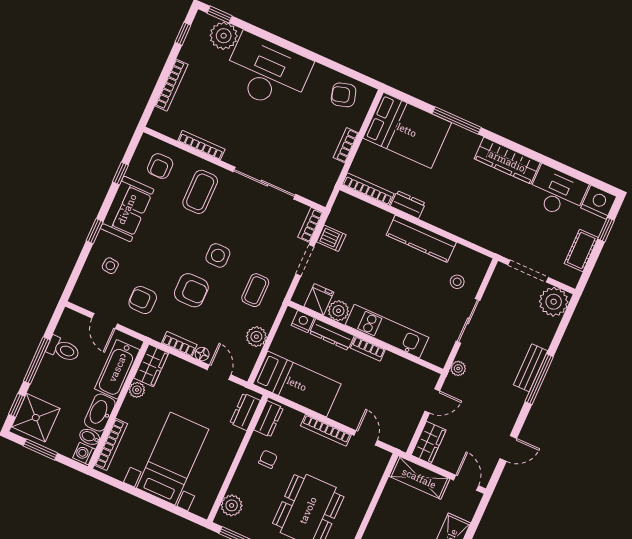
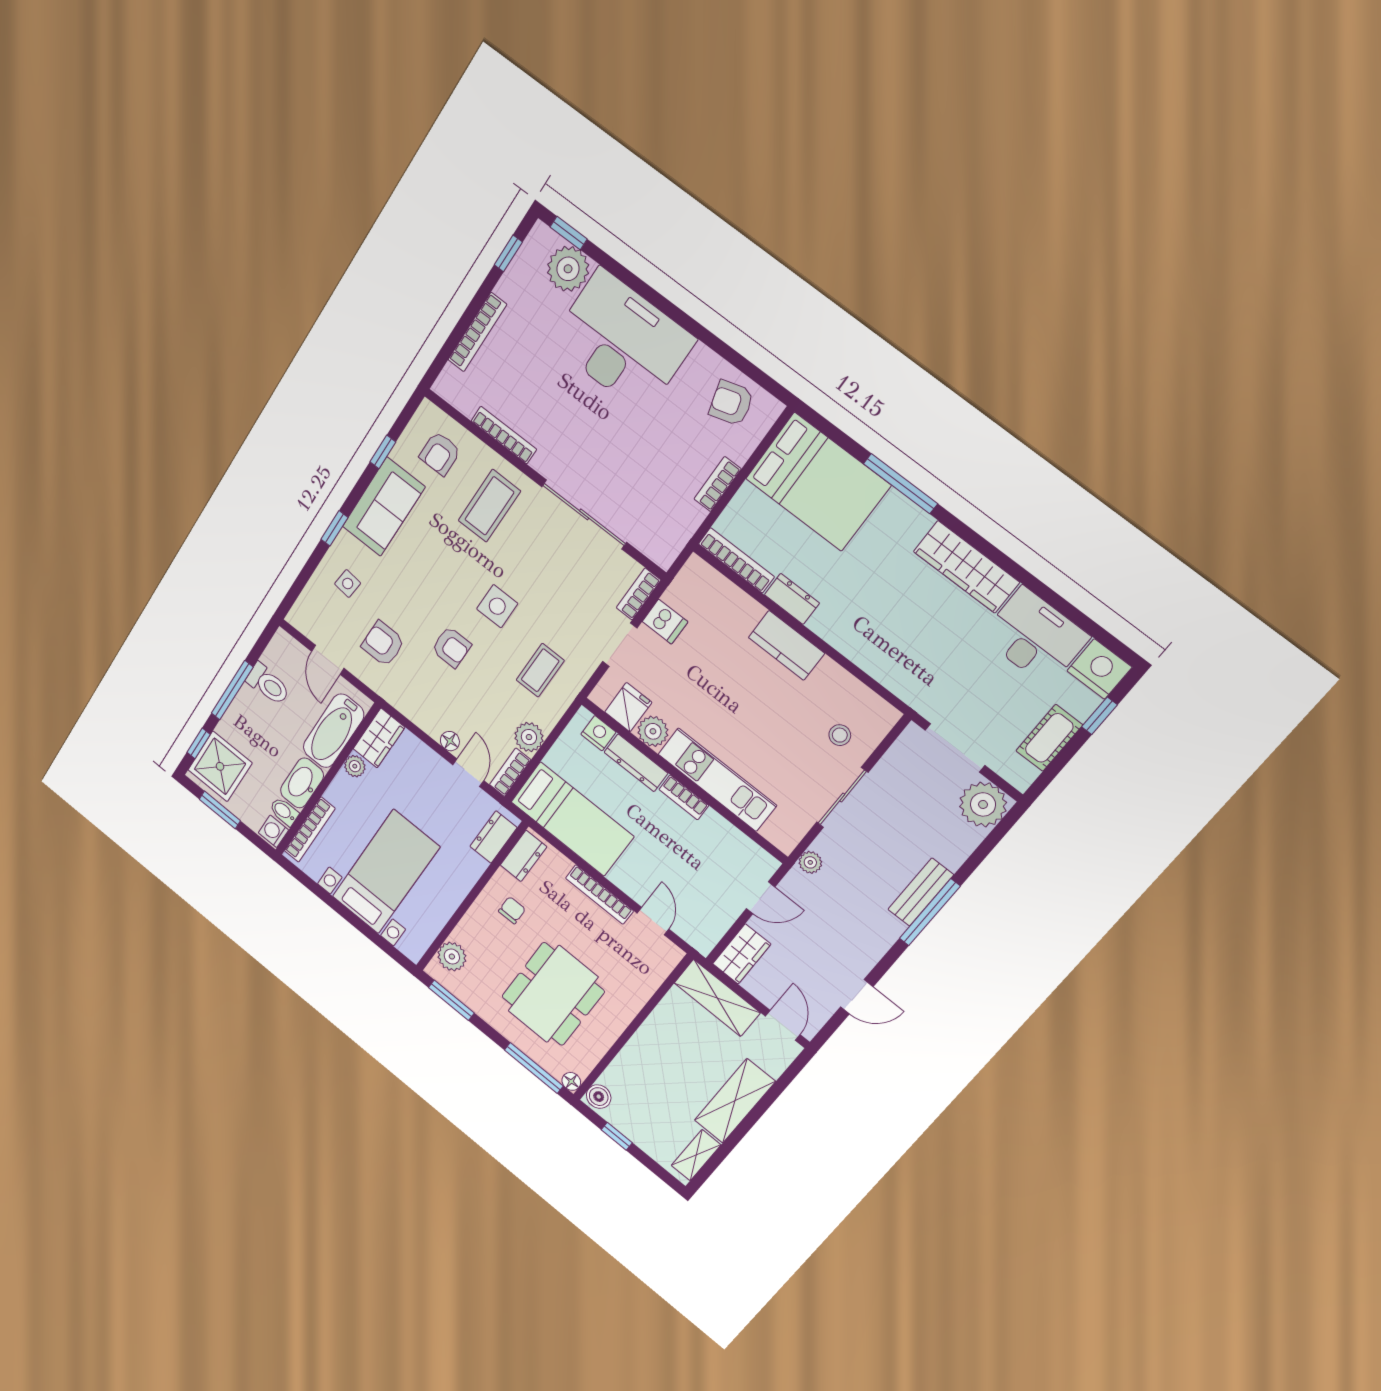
kitchen counter: (421, 239) -> (786, 645), width x0.67
armchair: (191, 290) -> (451, 647), width x0.72, depth x0.72
bookcase: (179, 344) -> (510, 772), moved, turned -90

